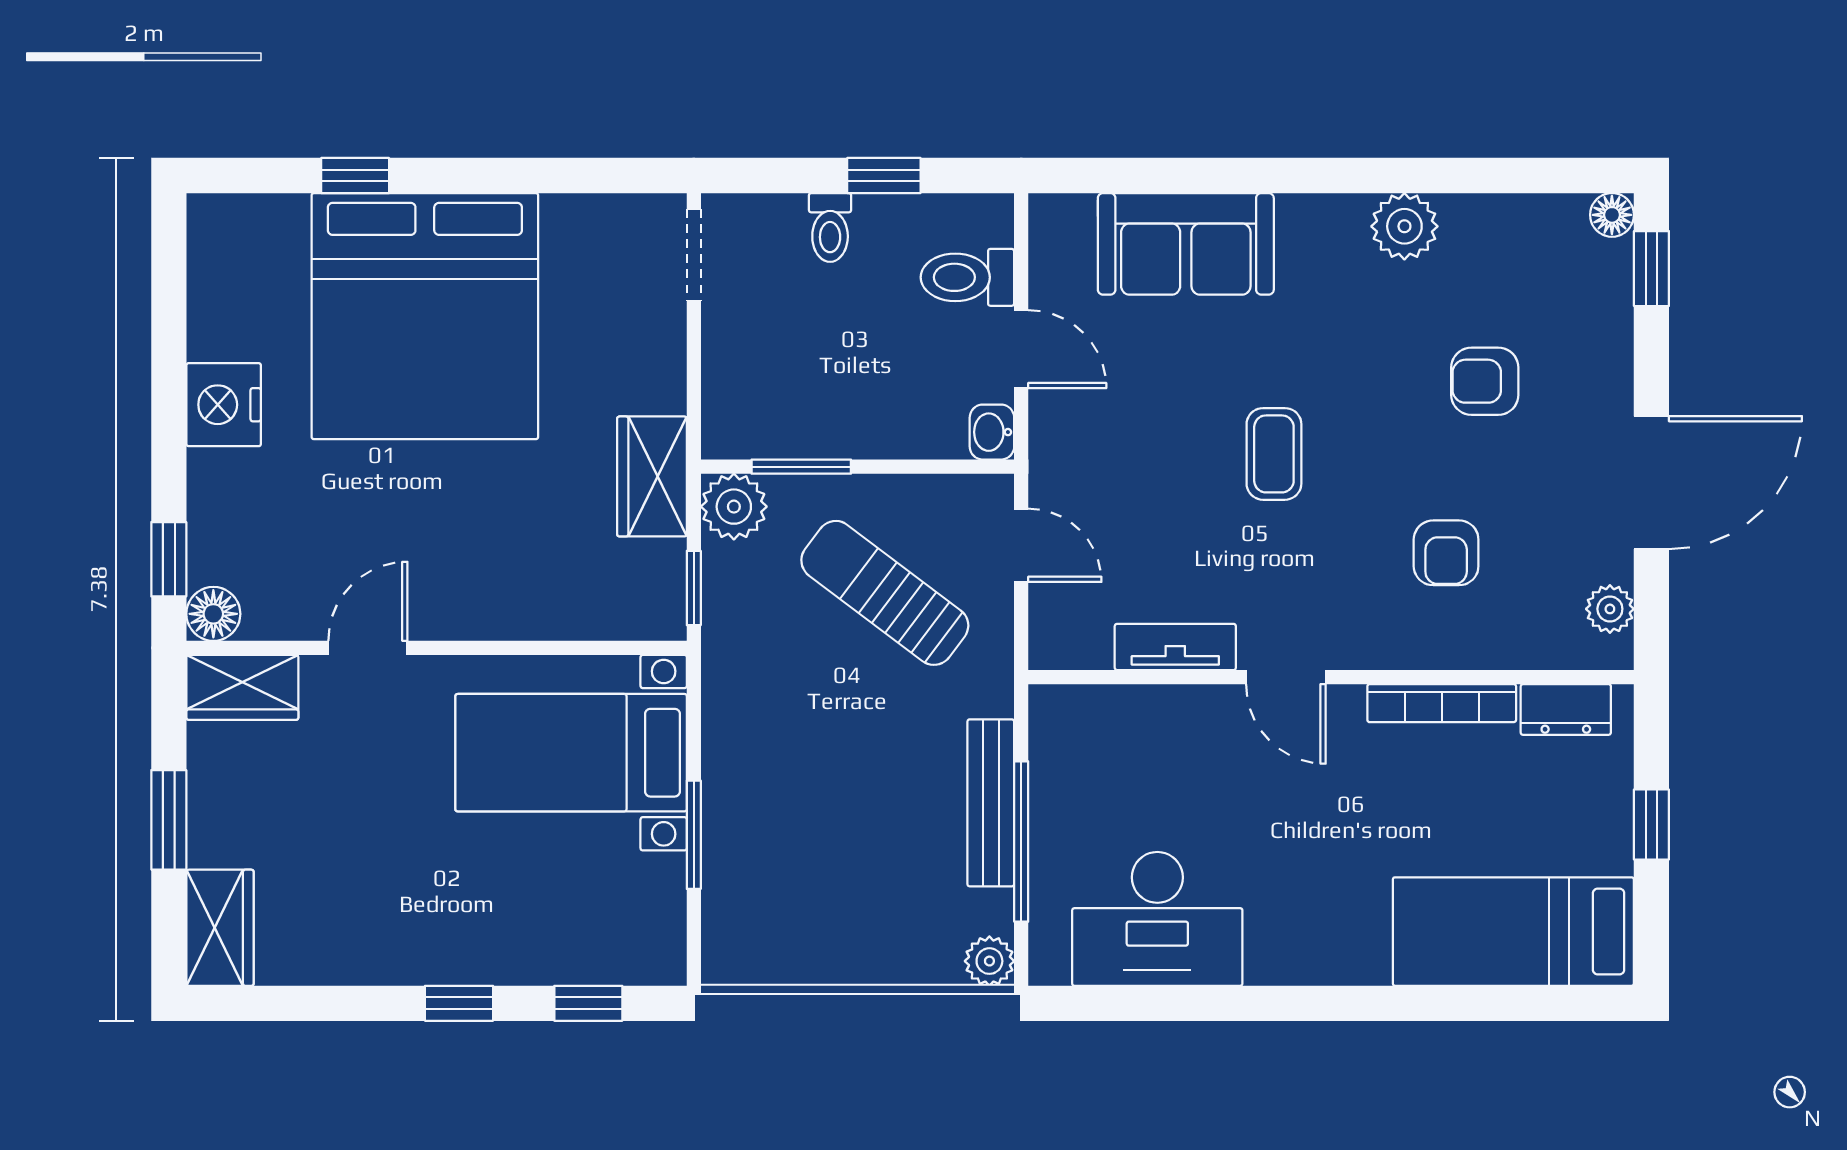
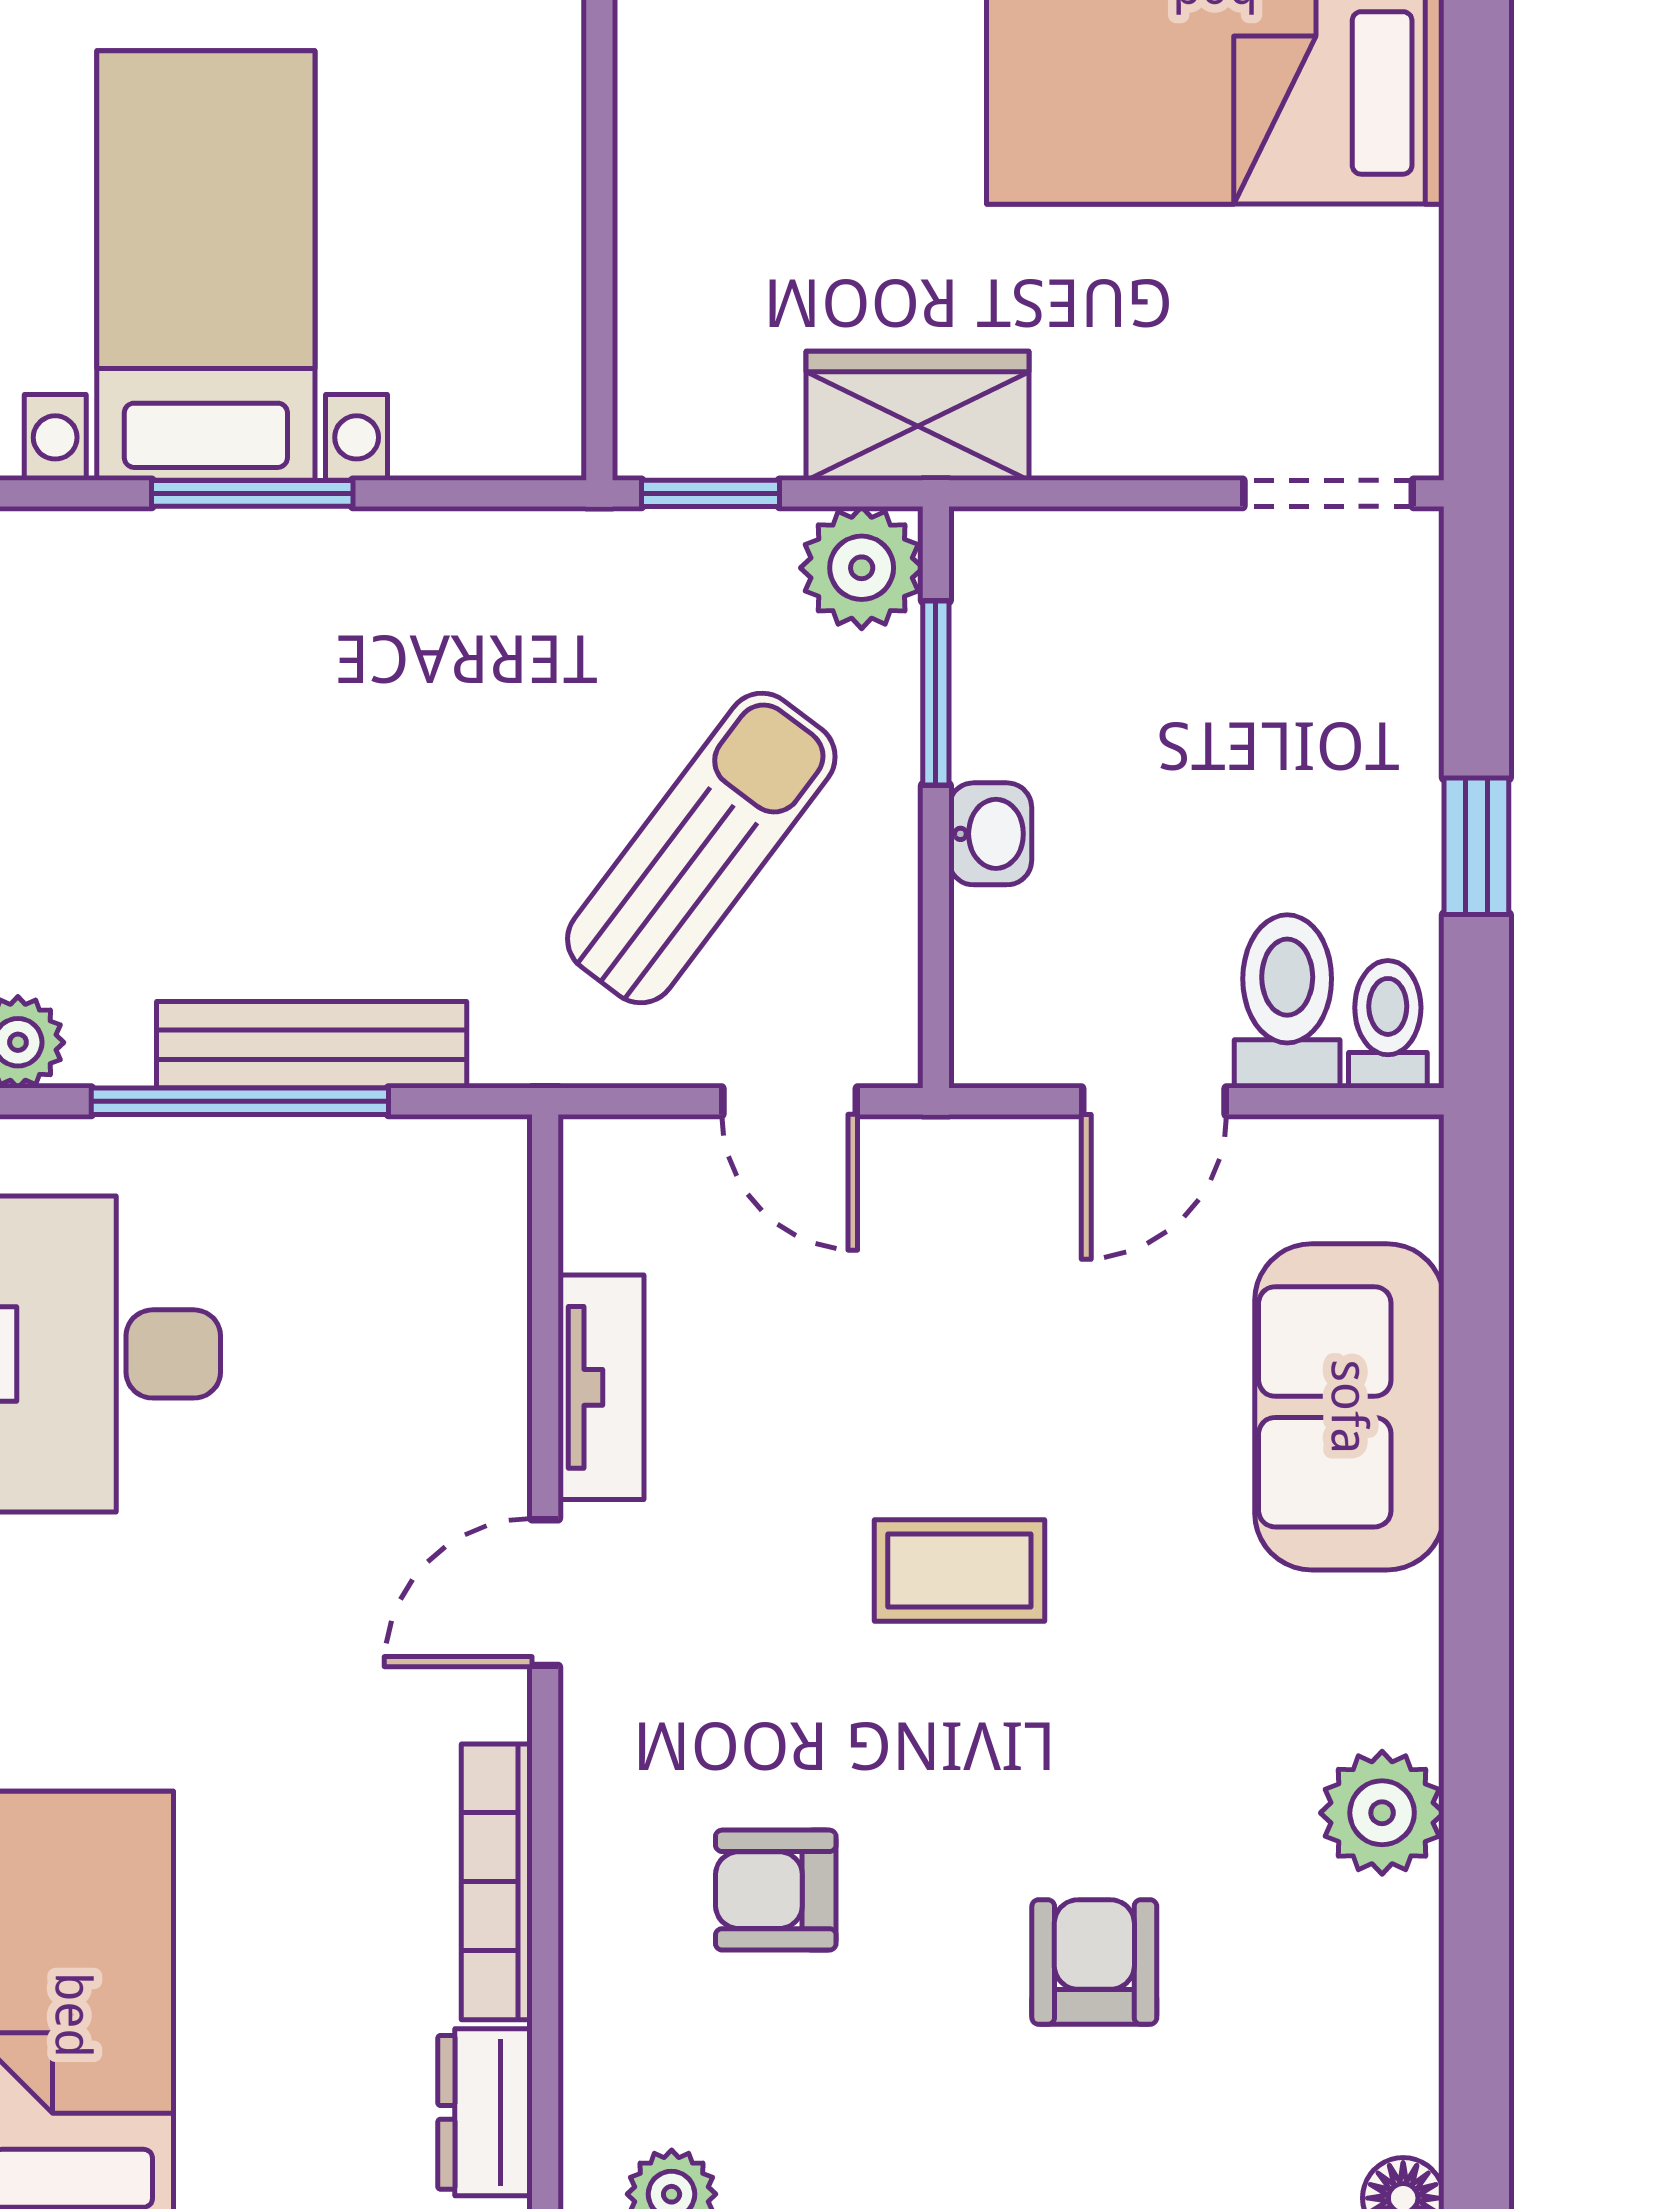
toilet: (830, 227) -> (1388, 1024), moved, turned 90
washbasin: (992, 432) -> (990, 834), moved, turned 90
door: (1021, 545) -> (790, 1101), hinge flipped
bed with nightstands: (571, 753) -> (206, 266), moved

